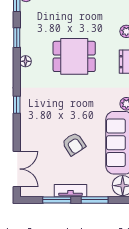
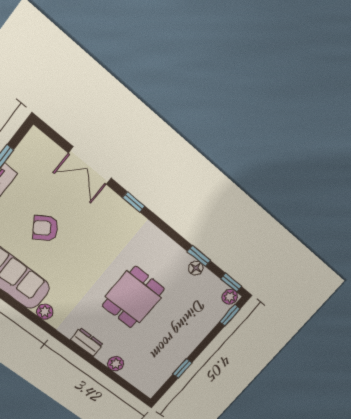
floor lamp: (25, 61) -> (196, 268), moved
double door: (17, 169) -> (90, 166), moved

